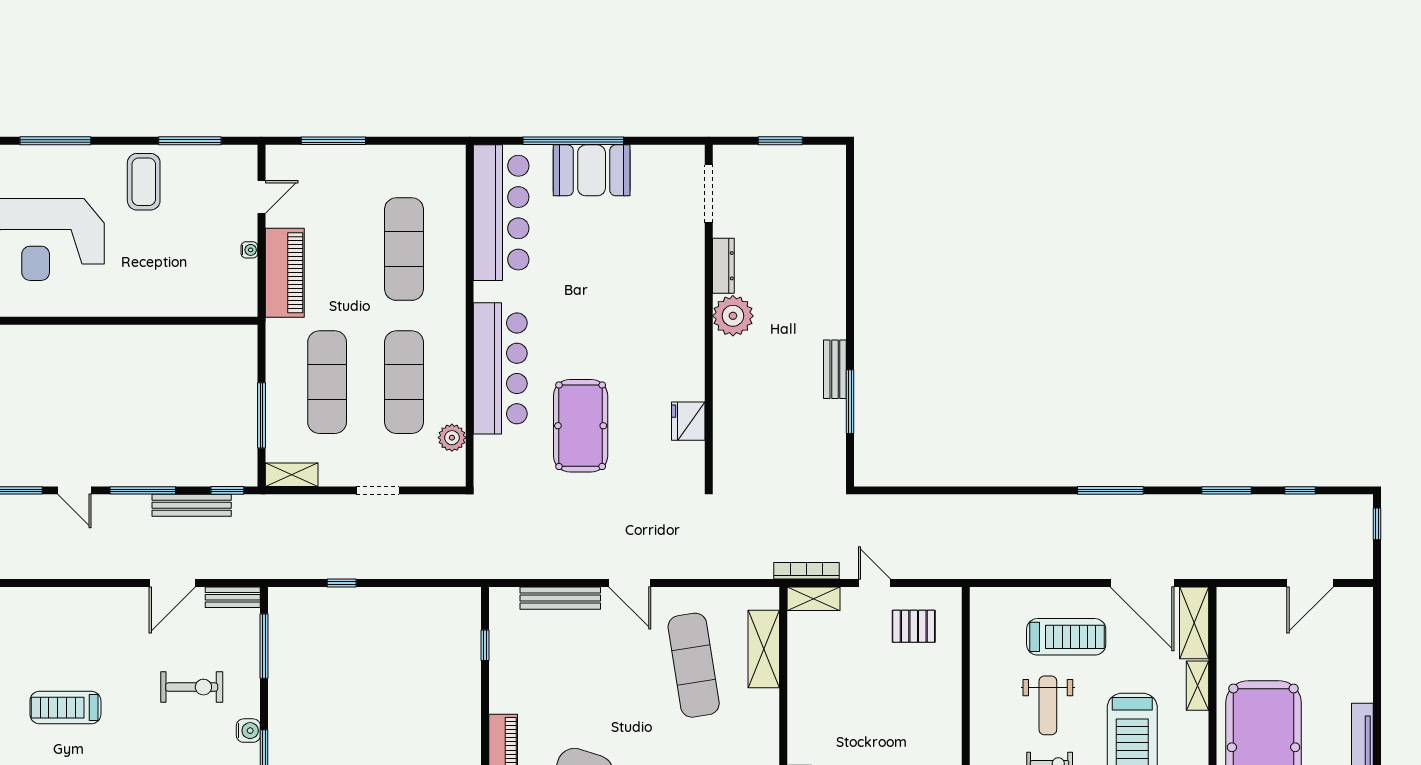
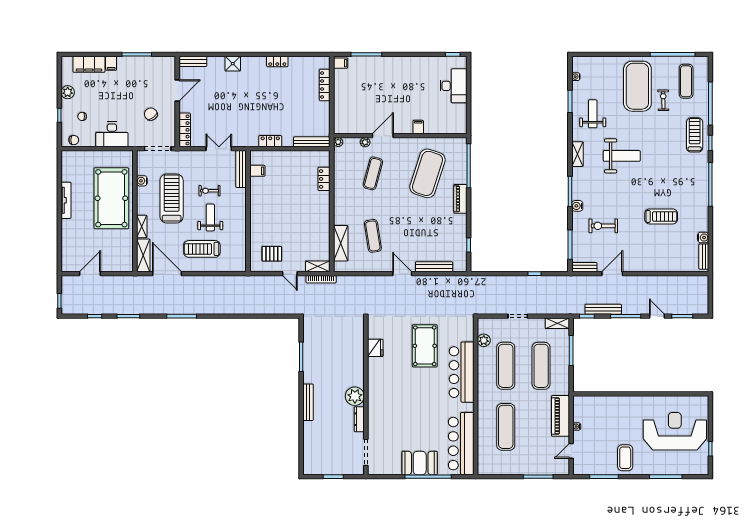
bench: (835, 369) -> (308, 402), moved, width x1.36
exercise mat: (694, 665) -> (373, 236), width x0.73, depth x0.69

